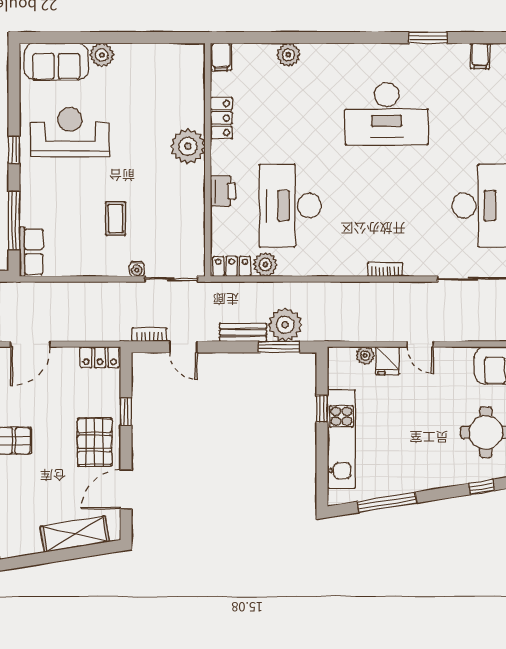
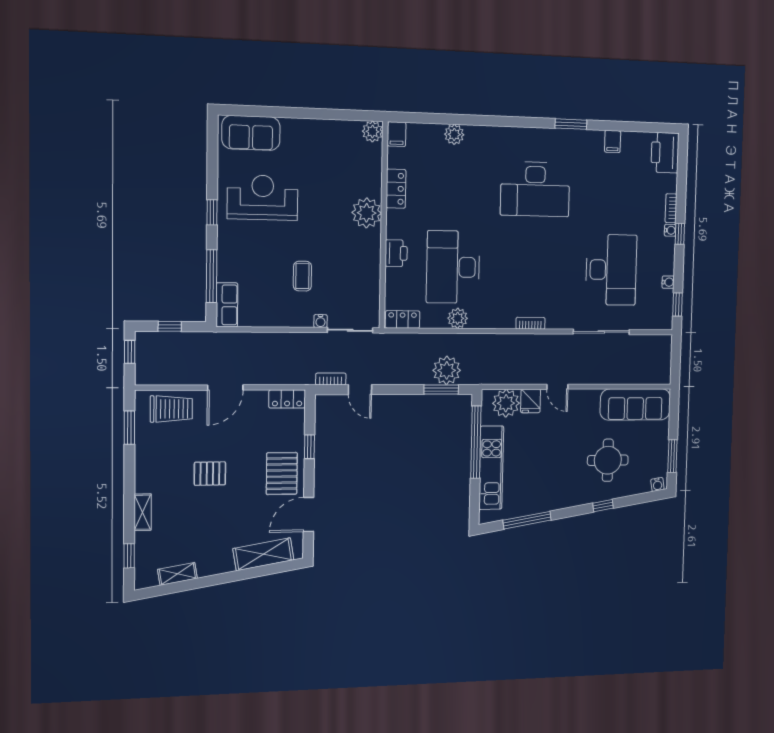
plant: (102, 55) -> (373, 132), moved
plant: (265, 264) -> (458, 318), moved
bench: (243, 332) -> (411, 377), removed
plant: (365, 356) -> (506, 403), width x1.88, depth x1.88
window: (322, 409) -> (476, 442), width x3.17

